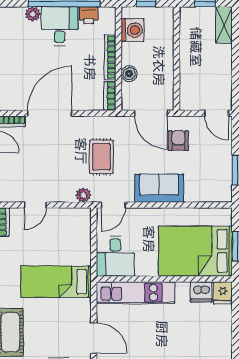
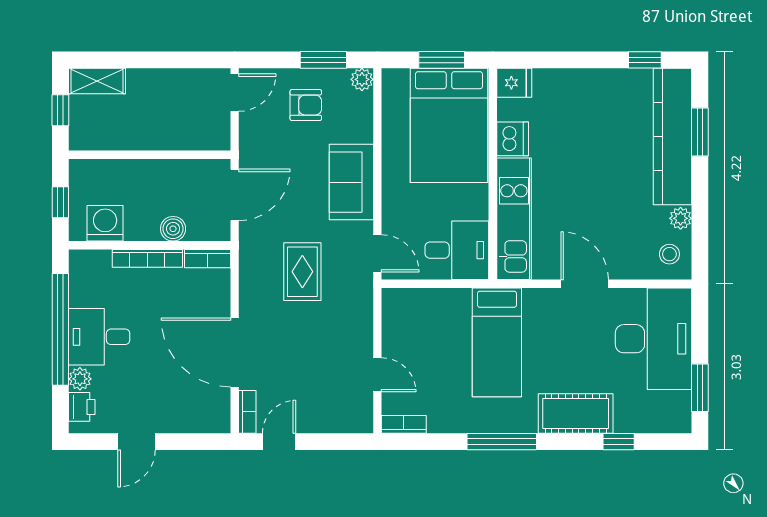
printer: (89, 15) -> (82, 407), moved
armchair: (178, 140) -> (306, 105), moved, turned 180
rug: (101, 157) -> (302, 272), turned 90
plant: (83, 195) -> (362, 79), moved
dishwasher: (201, 292) -> (513, 139), moved
door: (94, 338) -> (585, 284), hinge flipped

